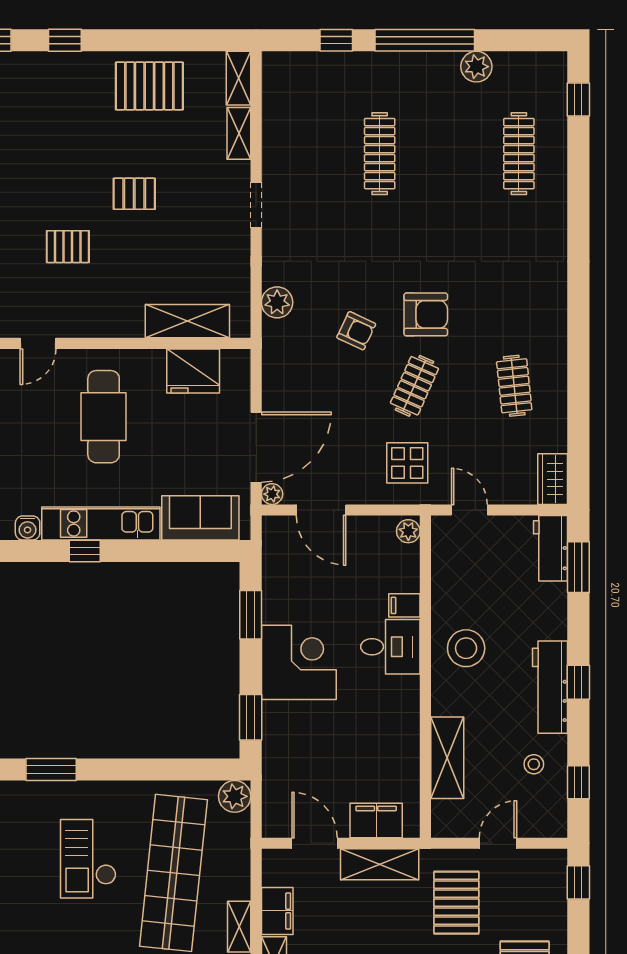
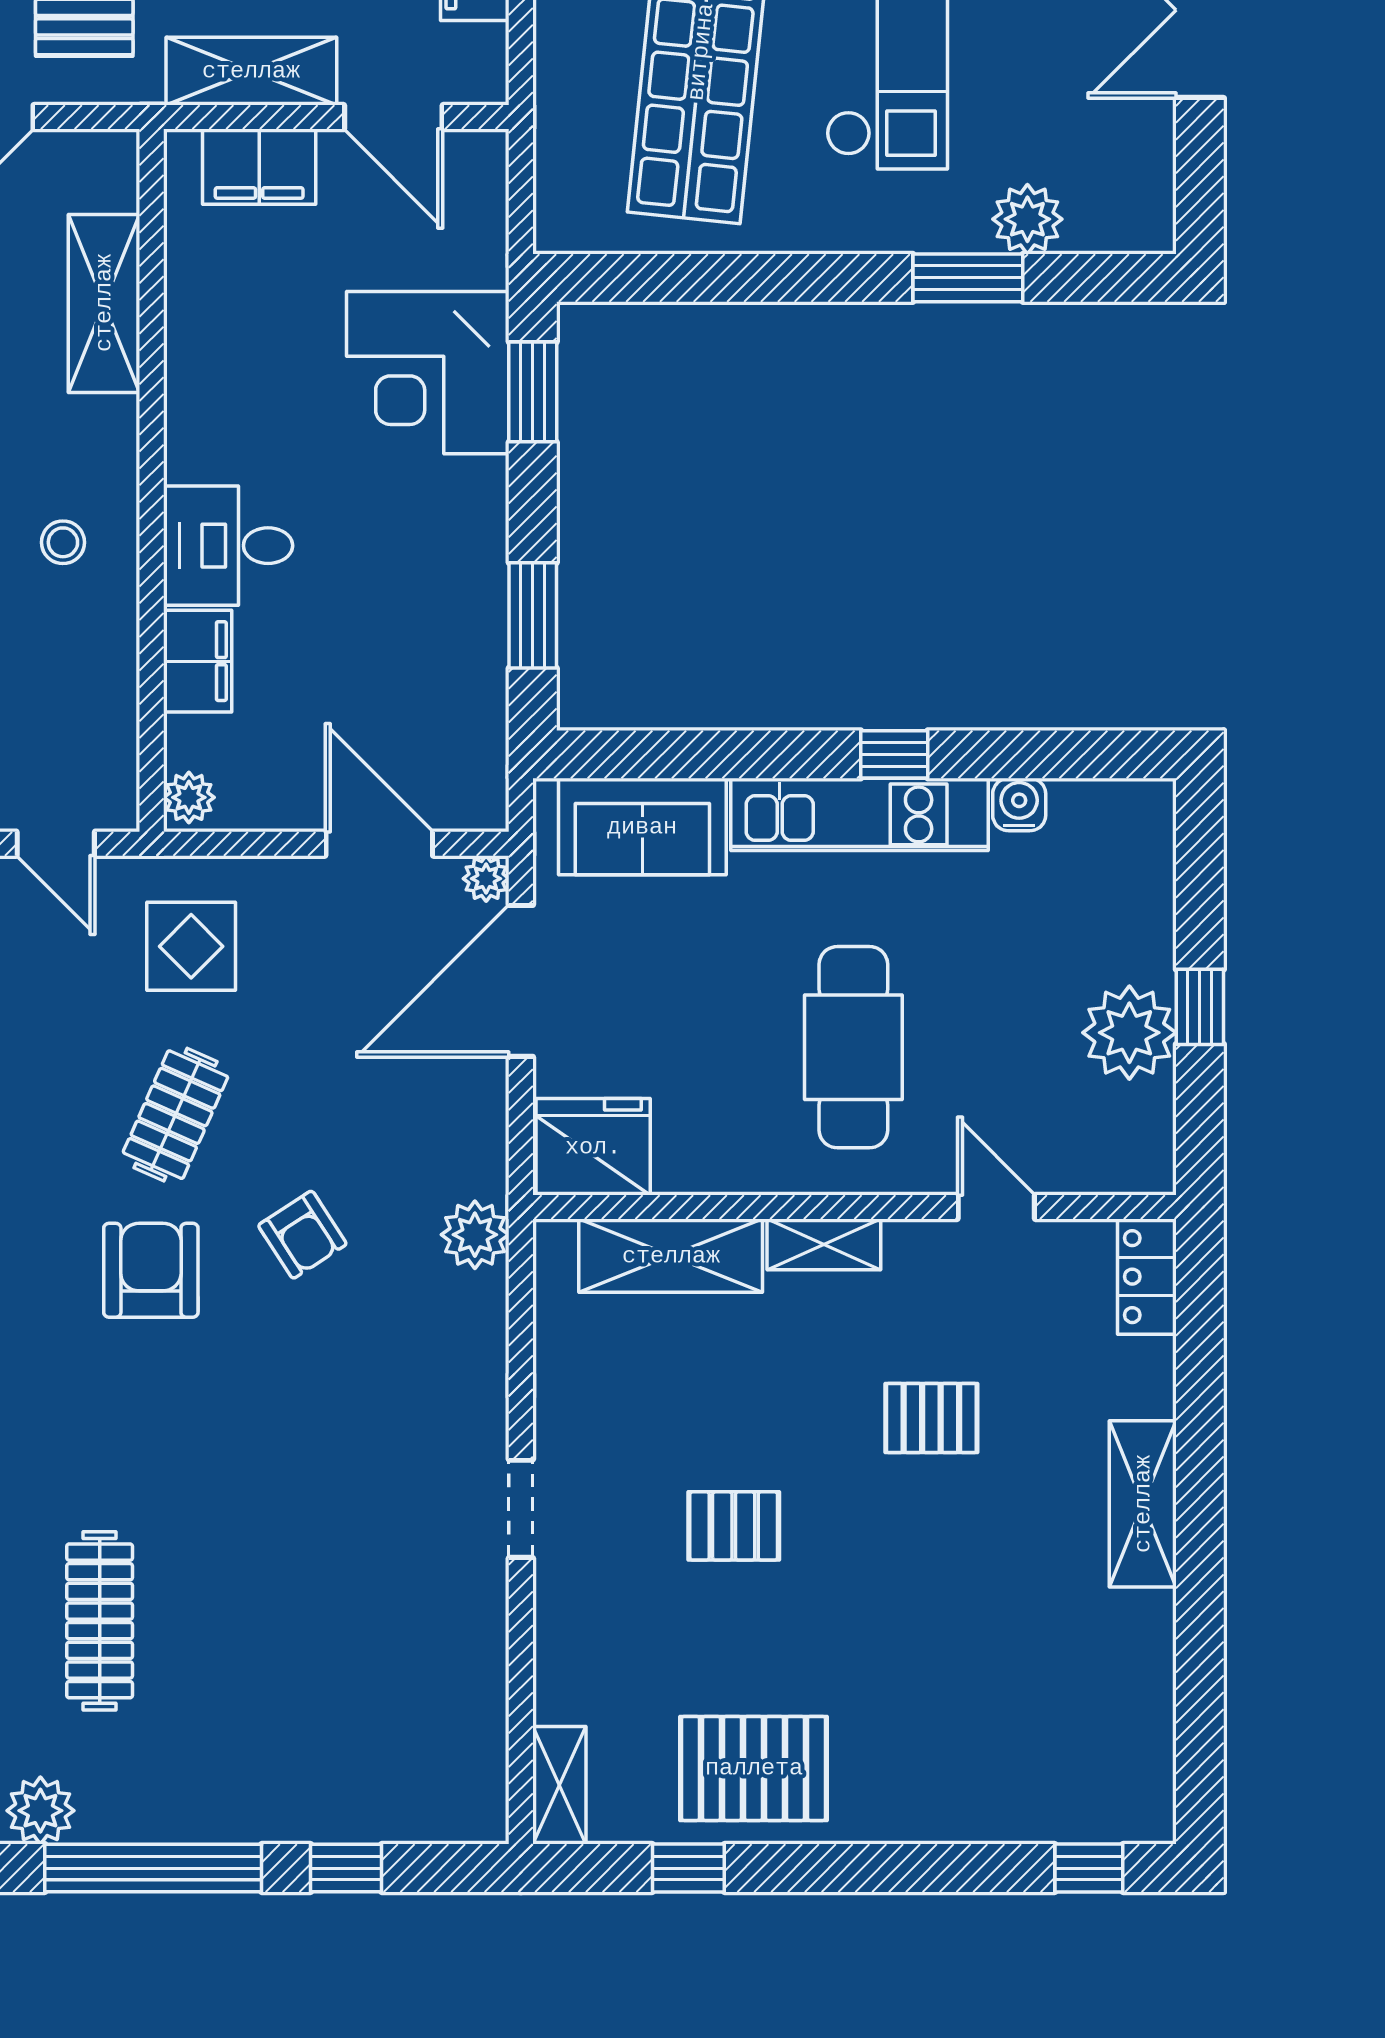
window: (65, 40) -> (688, 1868), moved
shelving: (239, 133) -> (824, 1244), moved, turned 90
clothes rail: (380, 154) -> (100, 1621), moved
pallet: (134, 194) -> (734, 1526), moved
plant: (277, 302) -> (475, 1235), moved
armchair: (426, 314) -> (151, 1270), turned 90
armchair: (356, 331) -> (302, 1235), turned -148
door: (38, 343) -> (996, 1207), hinge flipped
fridge: (193, 371) -> (593, 1147), moved
filing cabinet: (404, 605) -> (198, 661), width x2.00
stool: (466, 648) -> (63, 542), width x0.53, depth x0.53
corner desk: (299, 662) -> (428, 373), moved
plant: (235, 796) -> (1027, 219), moved

